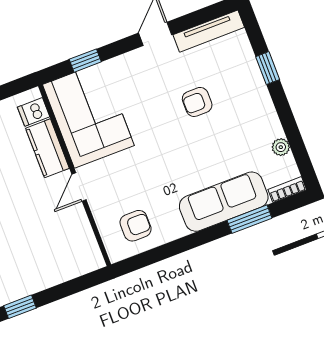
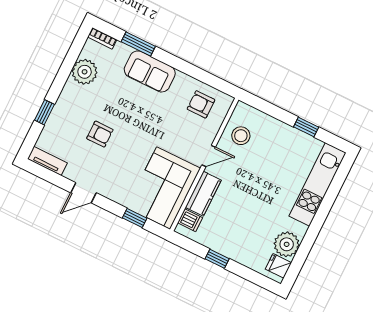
tv unit: (209, 31) -> (47, 161), width x0.71
plant: (281, 147) -> (85, 72), width x1.87, depth x1.87
sofa: (224, 202) -> (150, 71), width x0.73
stool: (70, 236) -> (241, 136), added

